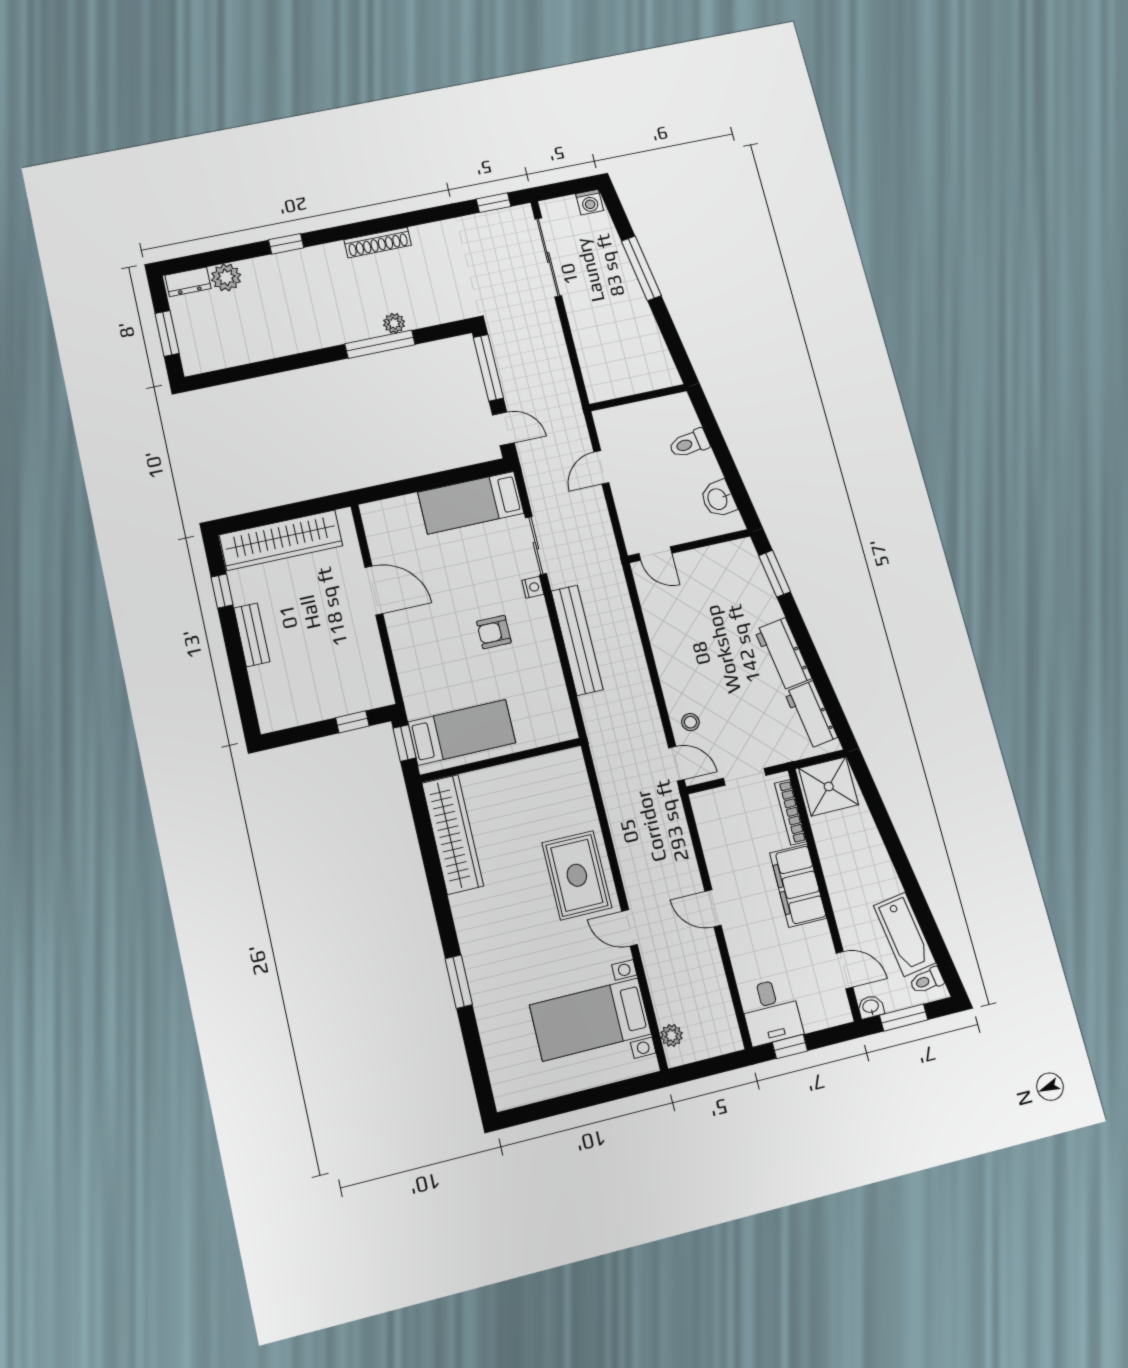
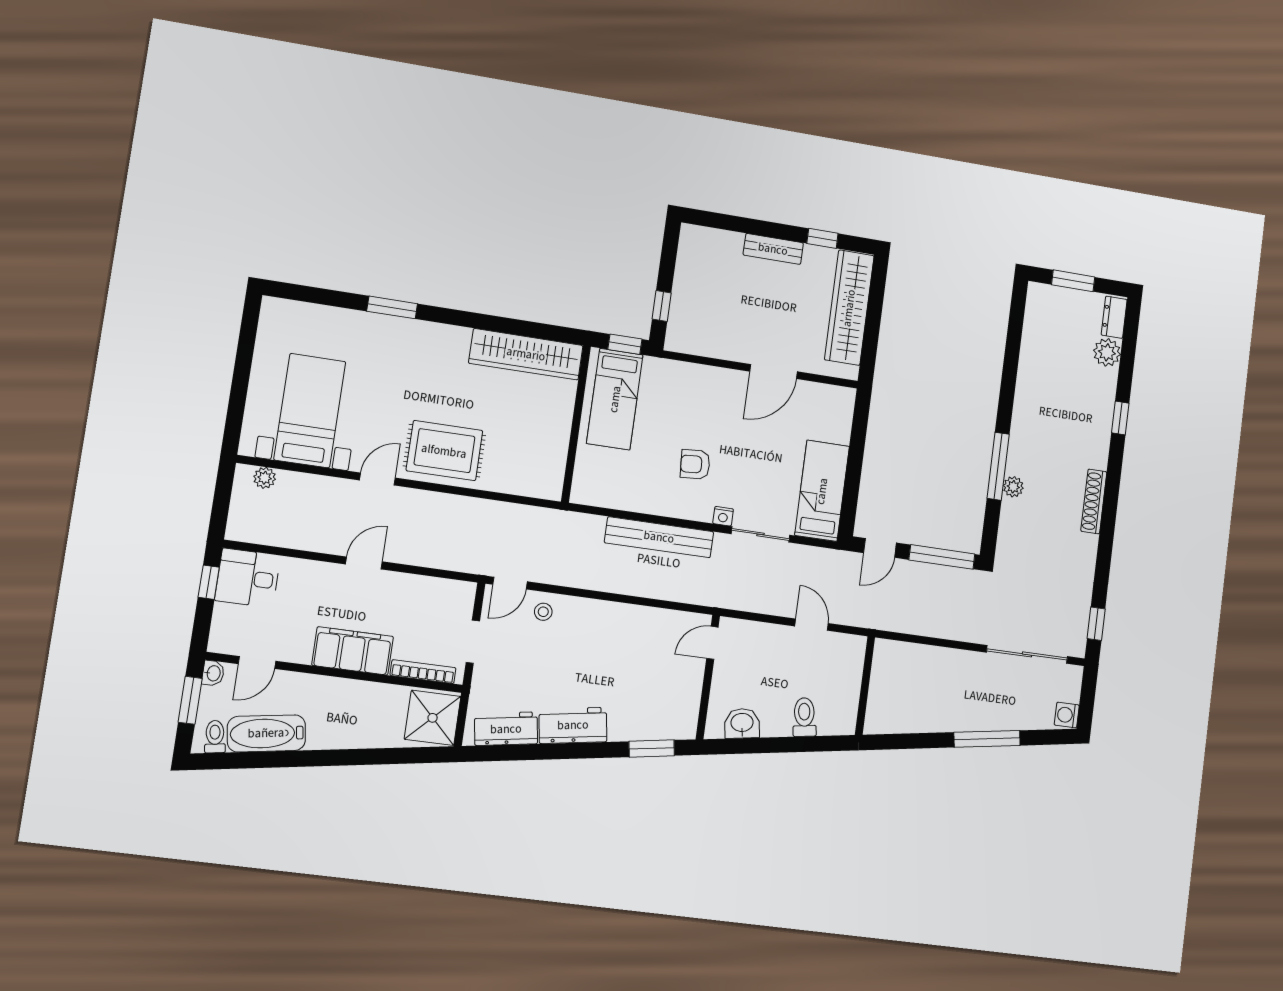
armchair: (494, 632) -> (695, 464), turned -94

